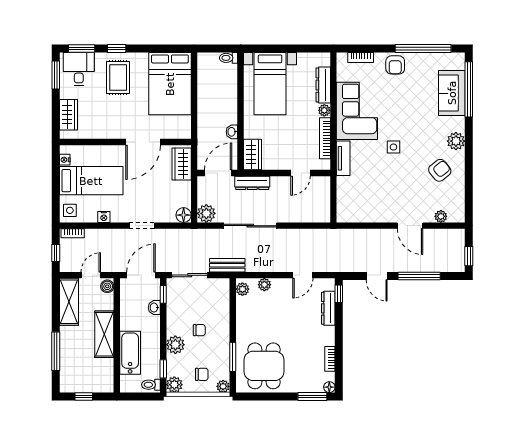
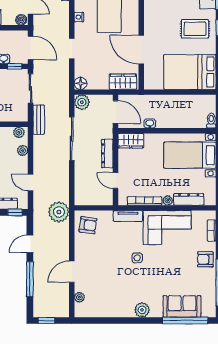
armchair: (440, 170) -> (88, 225), moved, turned -43
dresser: (252, 183) -> (107, 153), moved
plant: (338, 241) -> (59, 212), added

